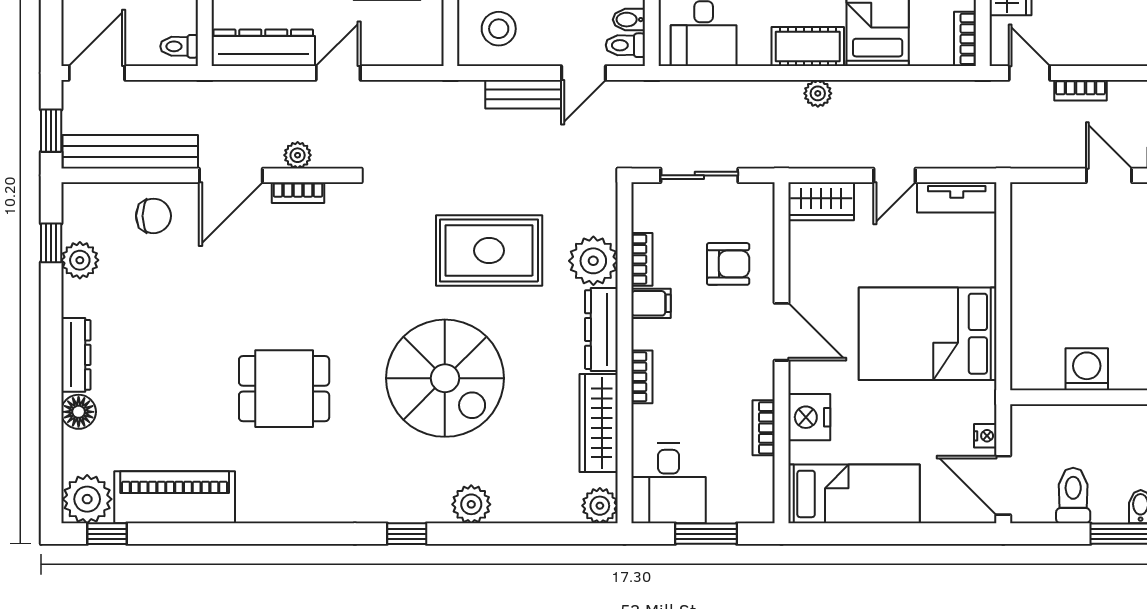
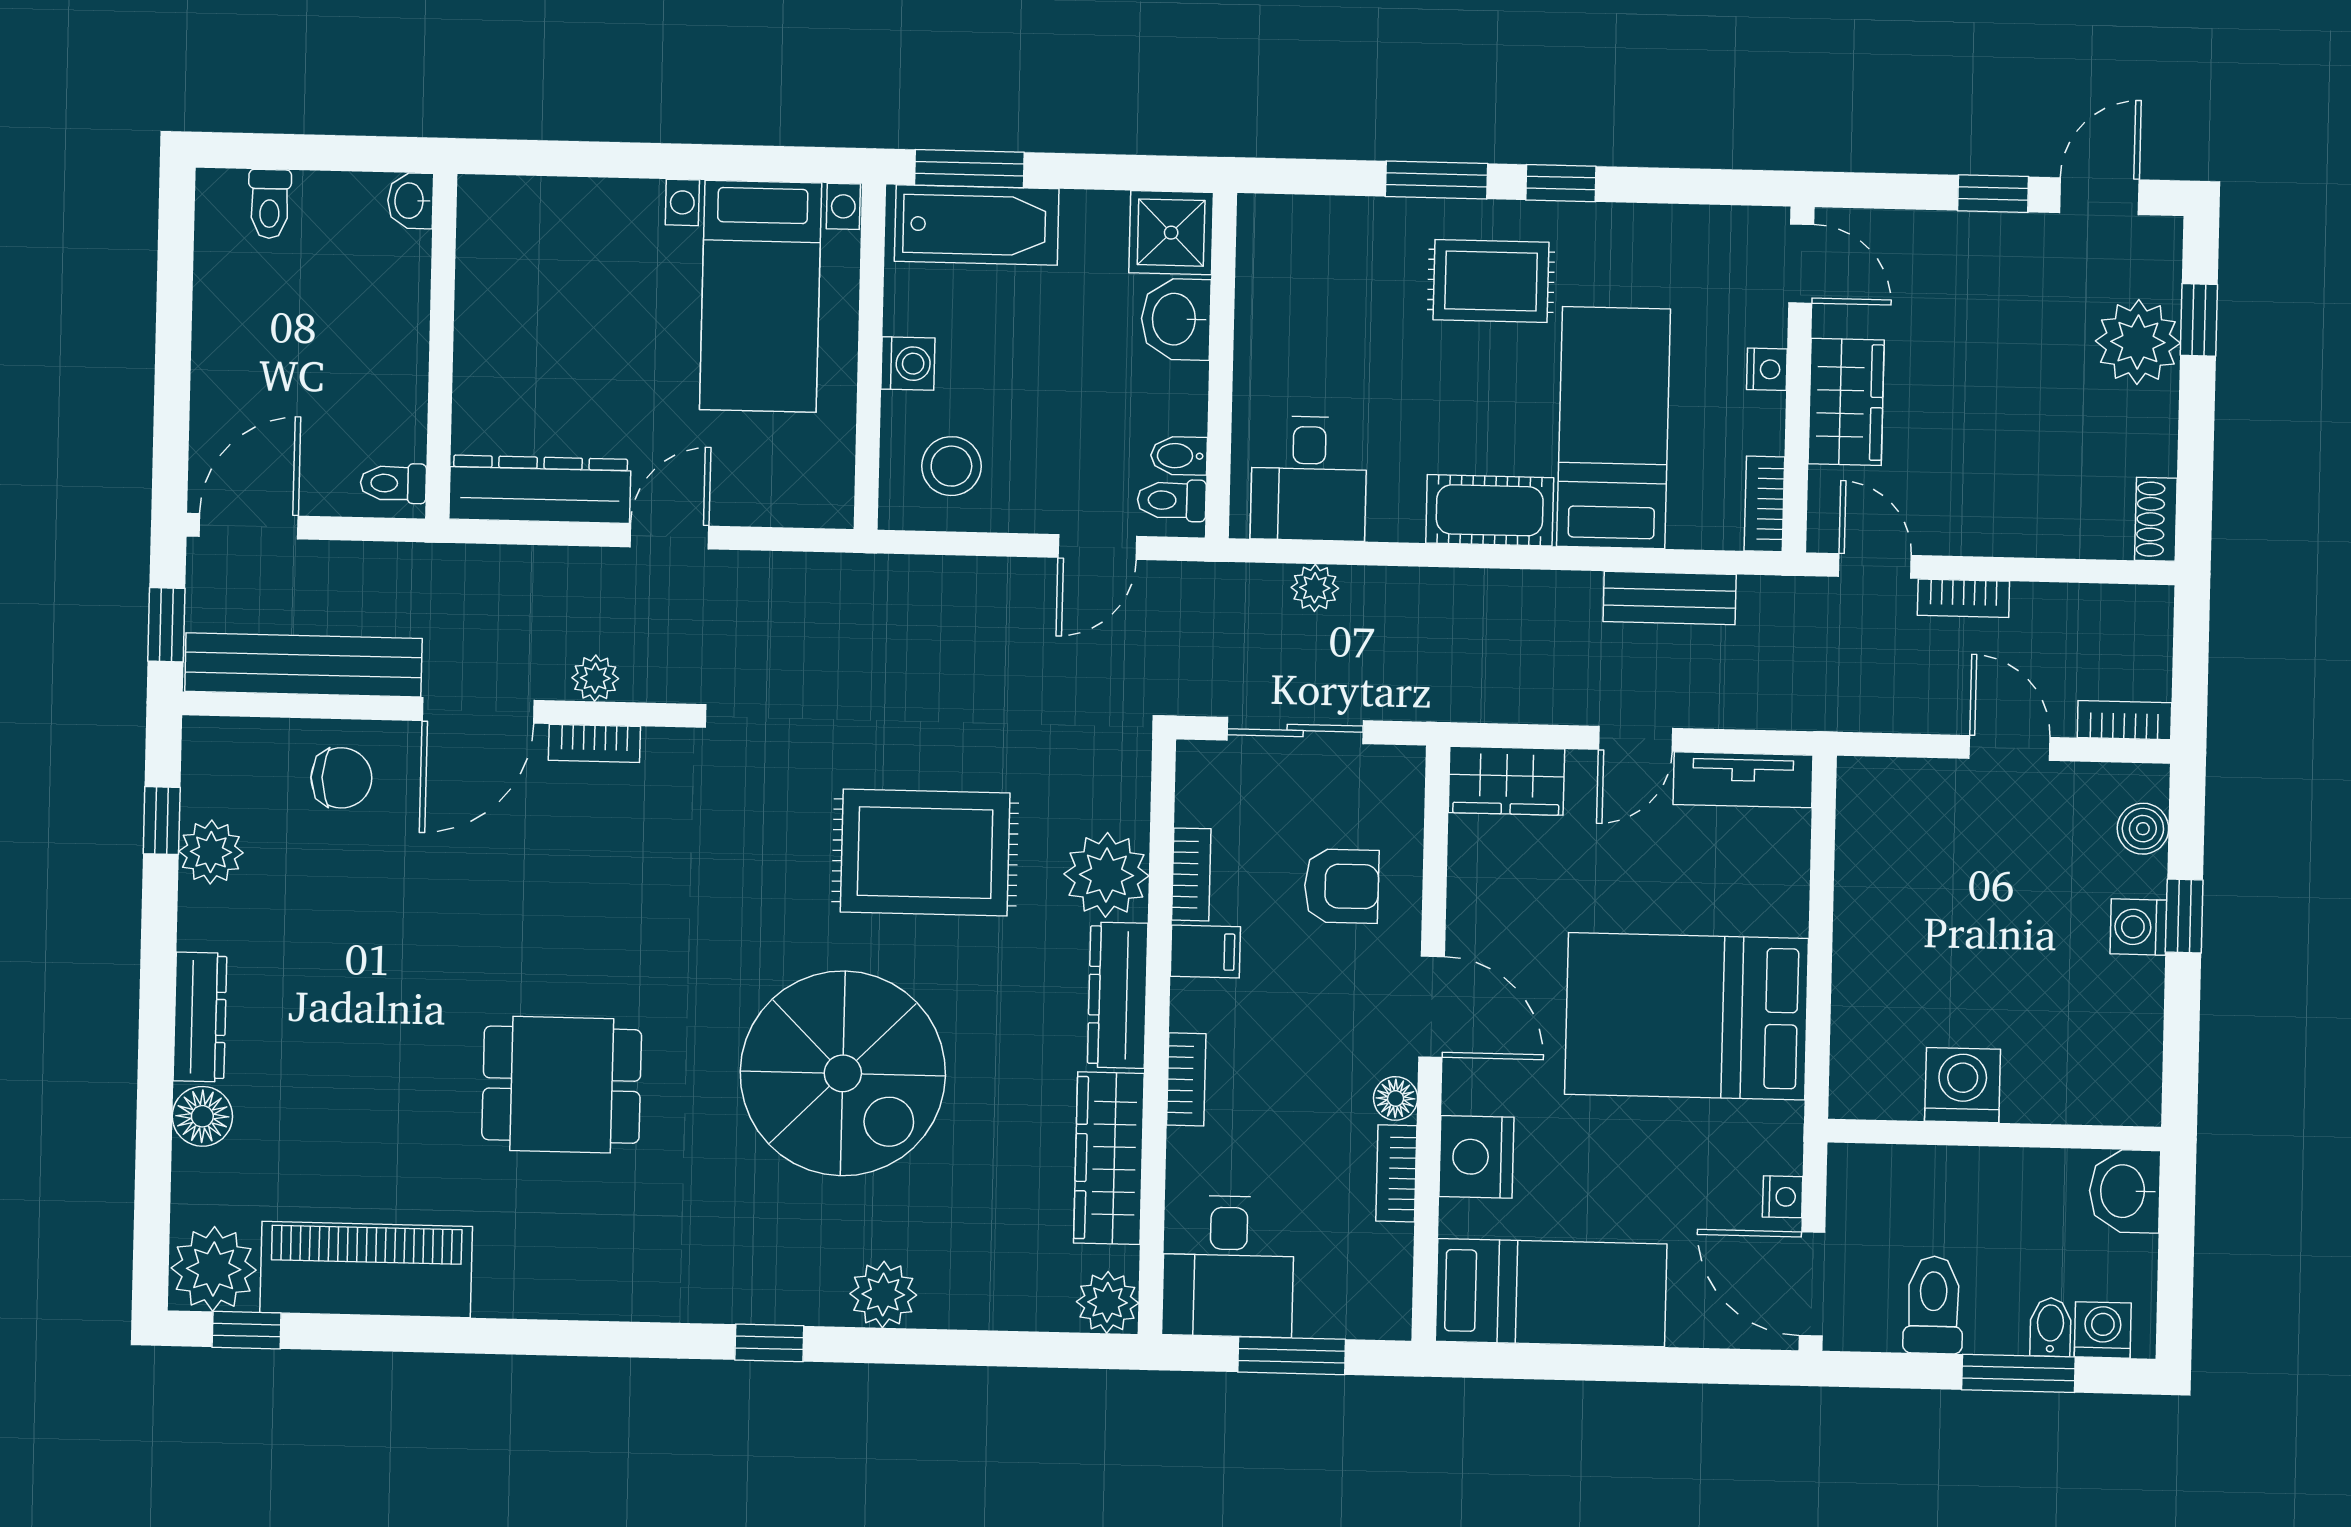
plant: (818, 93) -> (1315, 588), moved
bench: (523, 94) -> (1670, 598), moved
floor lamp: (762, 385) -> (1396, 1098), added

